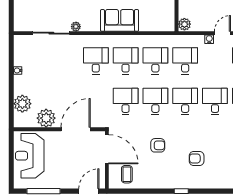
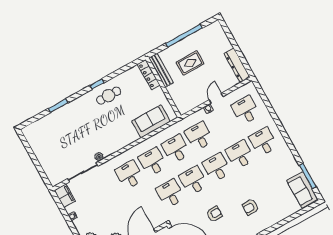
sofa: (120, 20) -> (151, 121), moved
plant: (184, 24) -> (183, 108), removed
filing cabinet: (21, 46) -> (65, 196), added

